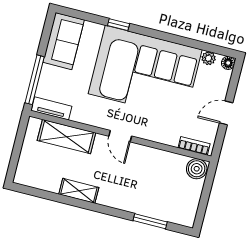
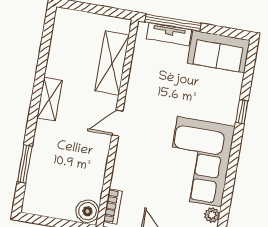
corner sofa: (145, 72) -> (199, 162), width x0.73, depth x0.74
tv unit: (52, 108) -> (169, 34), moved, turned 90
shelving: (79, 191) -> (50, 99), moved

